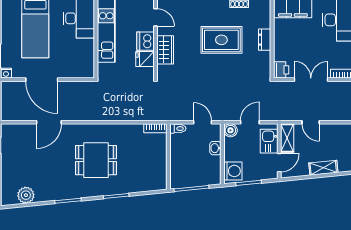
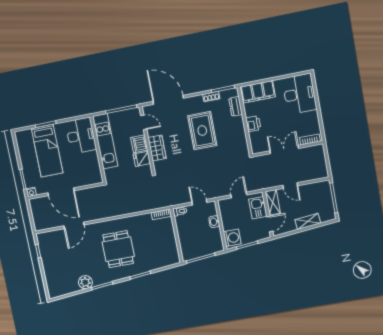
rug: (221, 40) -> (202, 131), turned 90
dresser: (265, 40) -> (236, 106), moved
printer: (281, 70) -> (253, 124), moved
boiler: (230, 130) -> (224, 205), removed
dining table: (96, 160) -> (118, 249), turned 90
plant: (26, 195) -> (85, 282), moved

